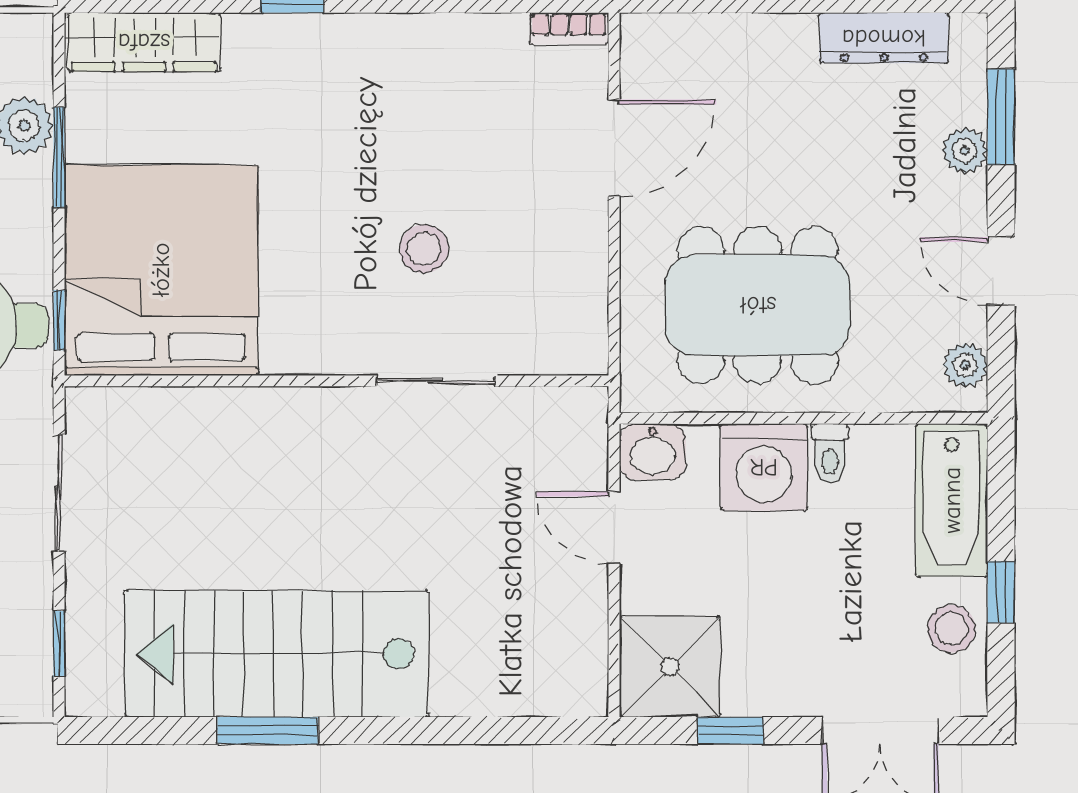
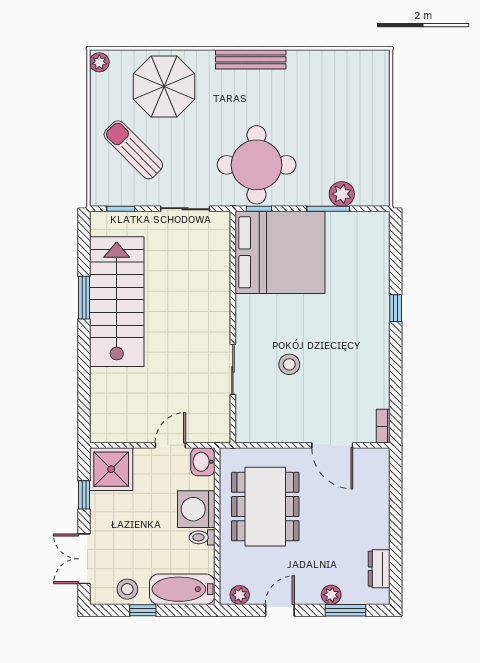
dresser: (884, 38) -> (379, 569), width x0.70
wardrobe: (144, 42) -> (377, 245), removed

